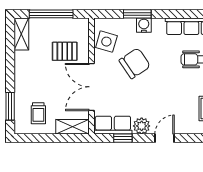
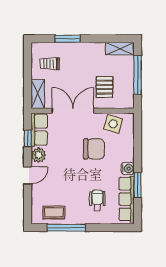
window: (137, 14) -> (138, 185), moved
water cooler: (144, 25) -> (128, 169), moved
chair: (135, 63) -> (94, 149), turned -56
window: (10, 106) -> (68, 39), moved
door: (165, 138) -> (28, 175), hinge flipped

